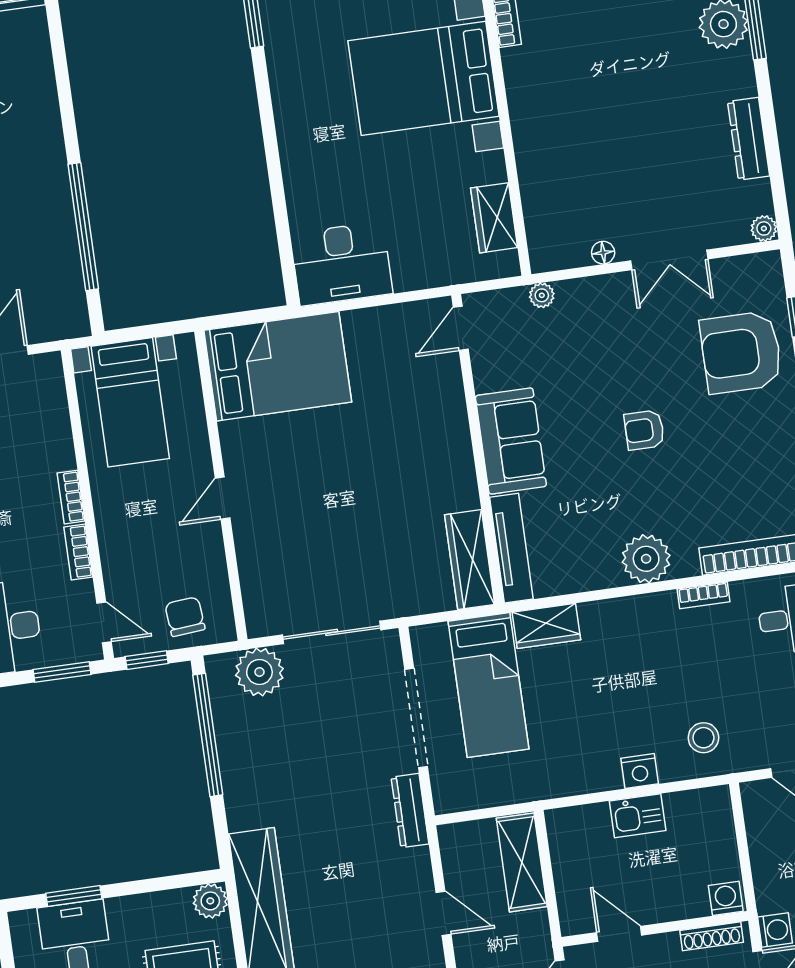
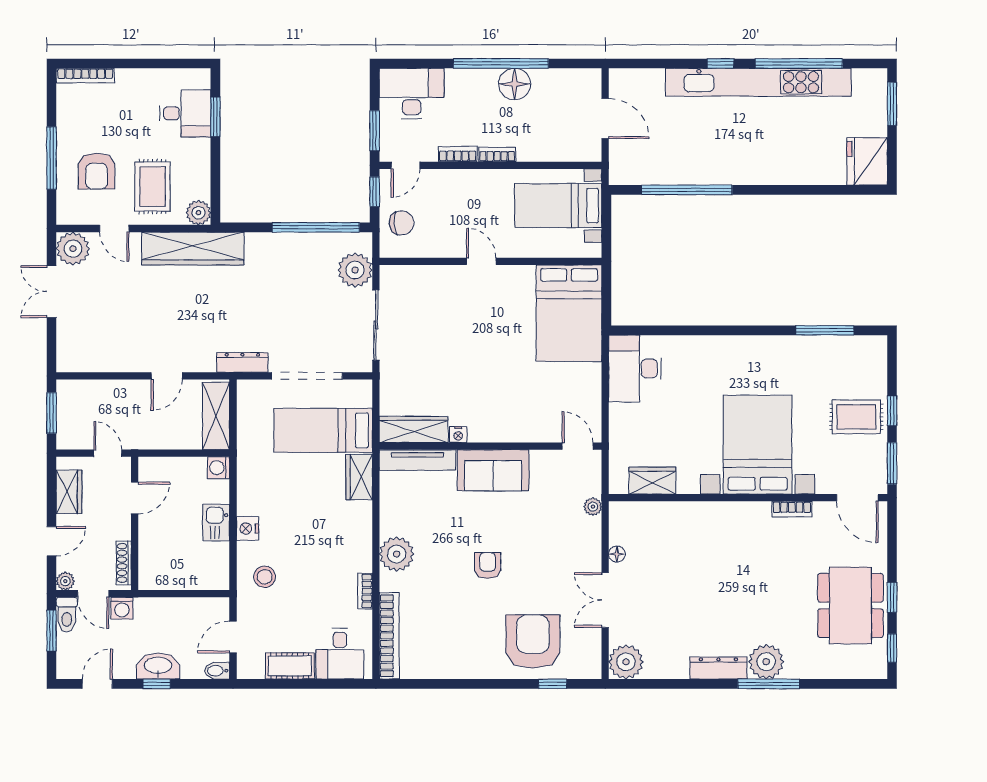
dresser: (749, 139) -> (718, 668), moved
plant: (764, 228) -> (626, 662), width x1.88, depth x1.88
nightstand: (468, 496) -> (458, 435), added
shelving: (522, 862) -> (216, 416), moved, turned 90
washing machine: (726, 898) -> (219, 468), moved, turned 180

